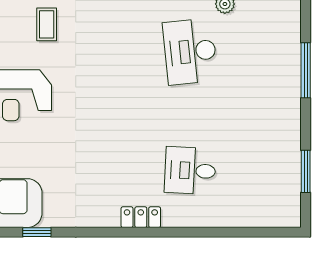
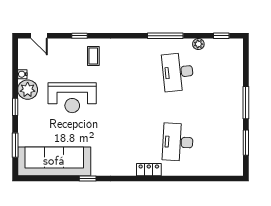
window: (306, 70) -> (246, 103), moved
desk: (190, 171) -> (178, 142), width x1.37

